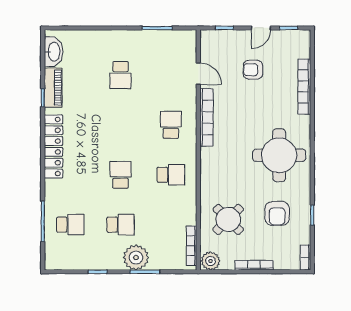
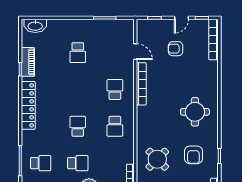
washbasin: (53, 52) -> (35, 26), moved, turned 90
bookcase: (304, 87) -> (214, 39), moved
round table: (279, 155) -> (195, 112), width x0.73, depth x0.73
school desk: (171, 175) -> (115, 126), turned 90

